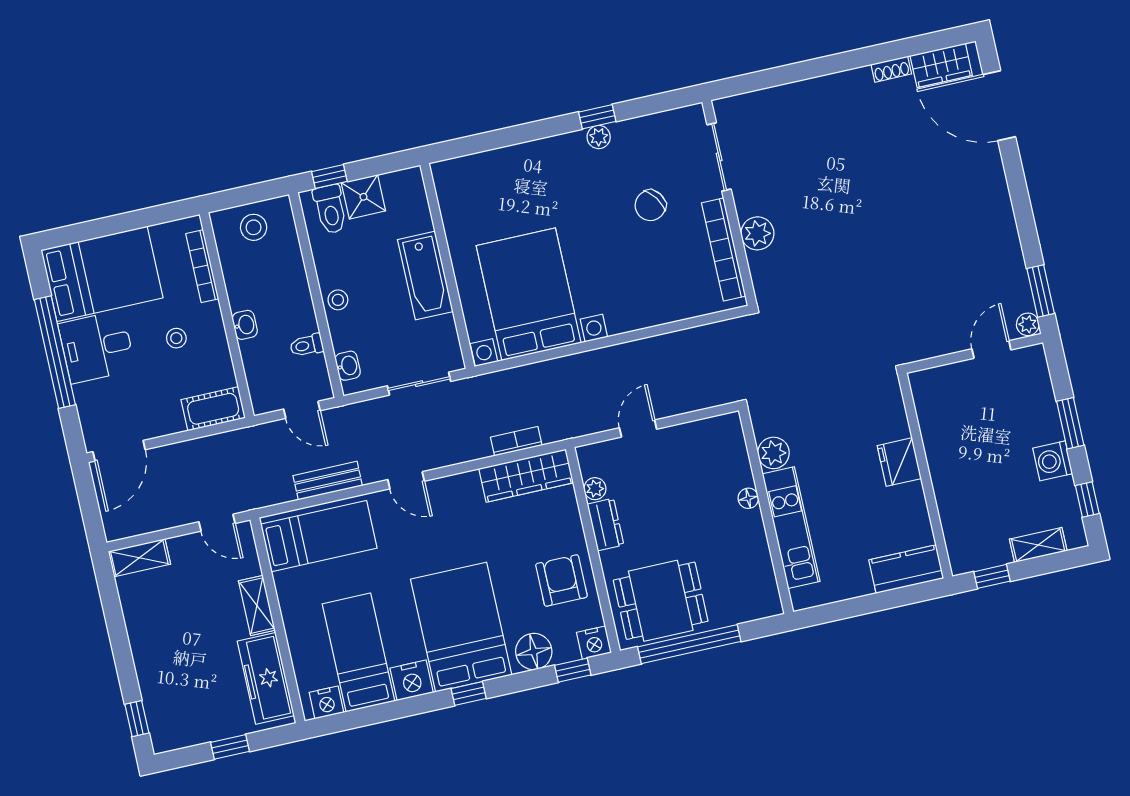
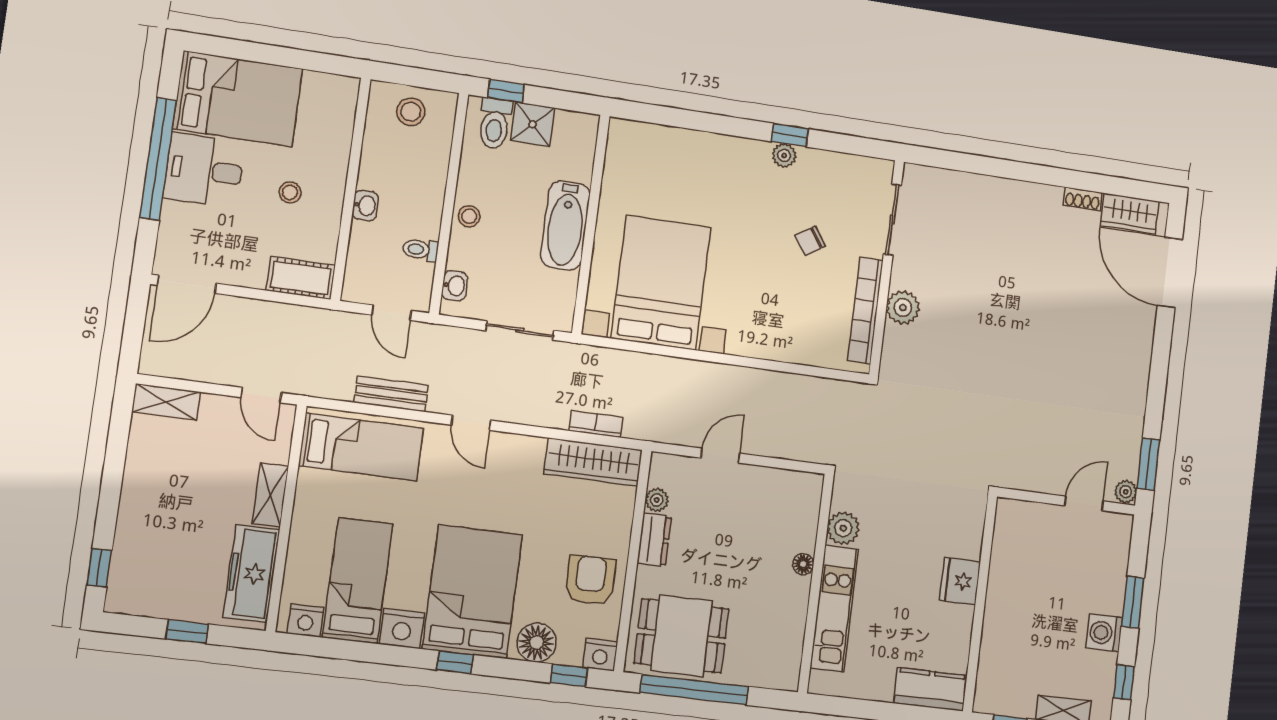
chair: (650, 205) -> (810, 241), width x0.73, depth x0.73
bookcase: (202, 266) -> (344, 130), removed

